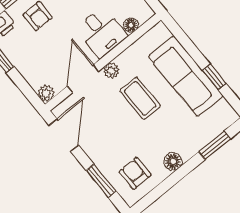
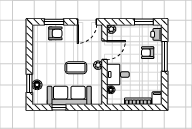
door: (83, 79) -> (105, 50), hinge flipped
door: (64, 135) -> (87, 22), hinge flipped
floor lamp: (173, 161) -> (37, 85), moved
armchair: (135, 173) -> (55, 33), moved

